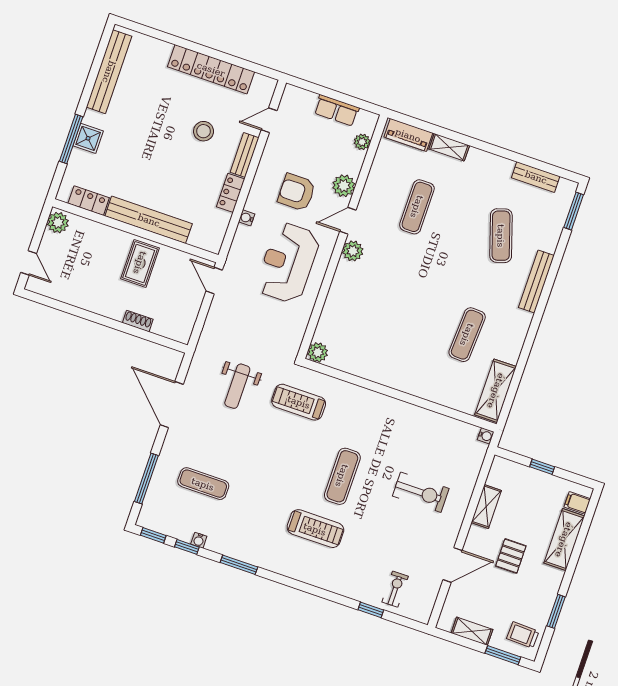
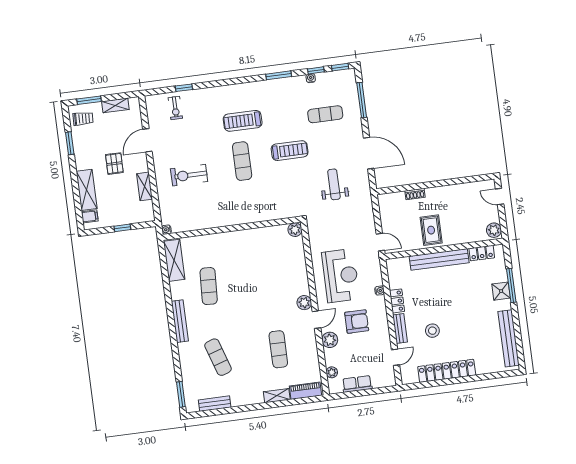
bench: (536, 282) -> (180, 321), moved
treadmill: (299, 402) -> (290, 151), moved

